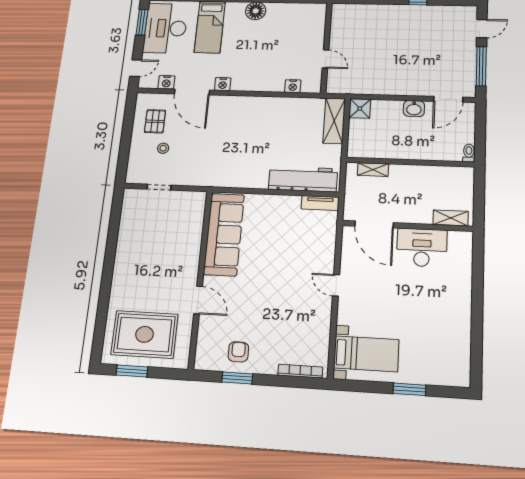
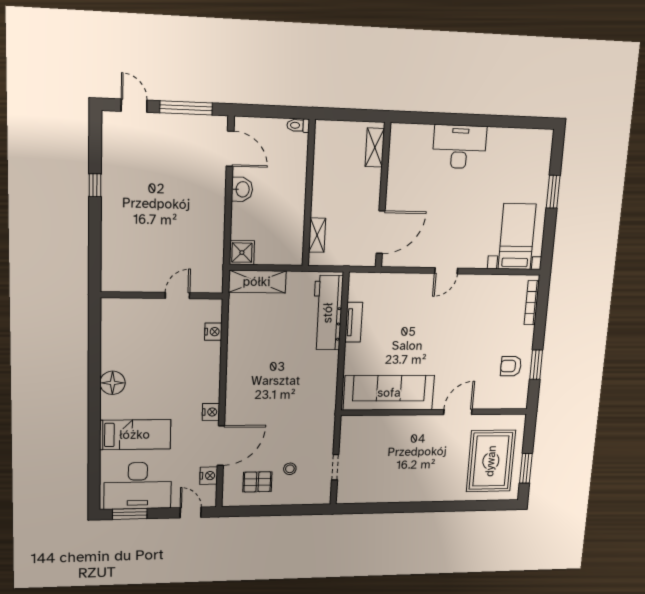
tv unit: (320, 203) -> (354, 322), moved
desk: (422, 247) -> (460, 147), moved, turned 90

